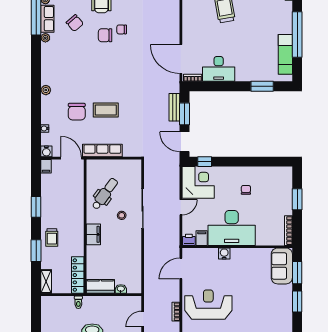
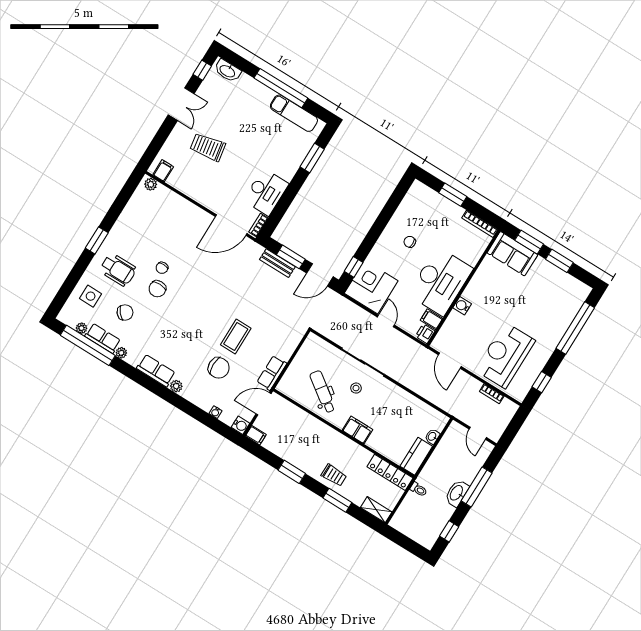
row of seats: (48, 69) -> (156, 371), added
row of seats: (102, 151) -> (272, 373), width x0.68

